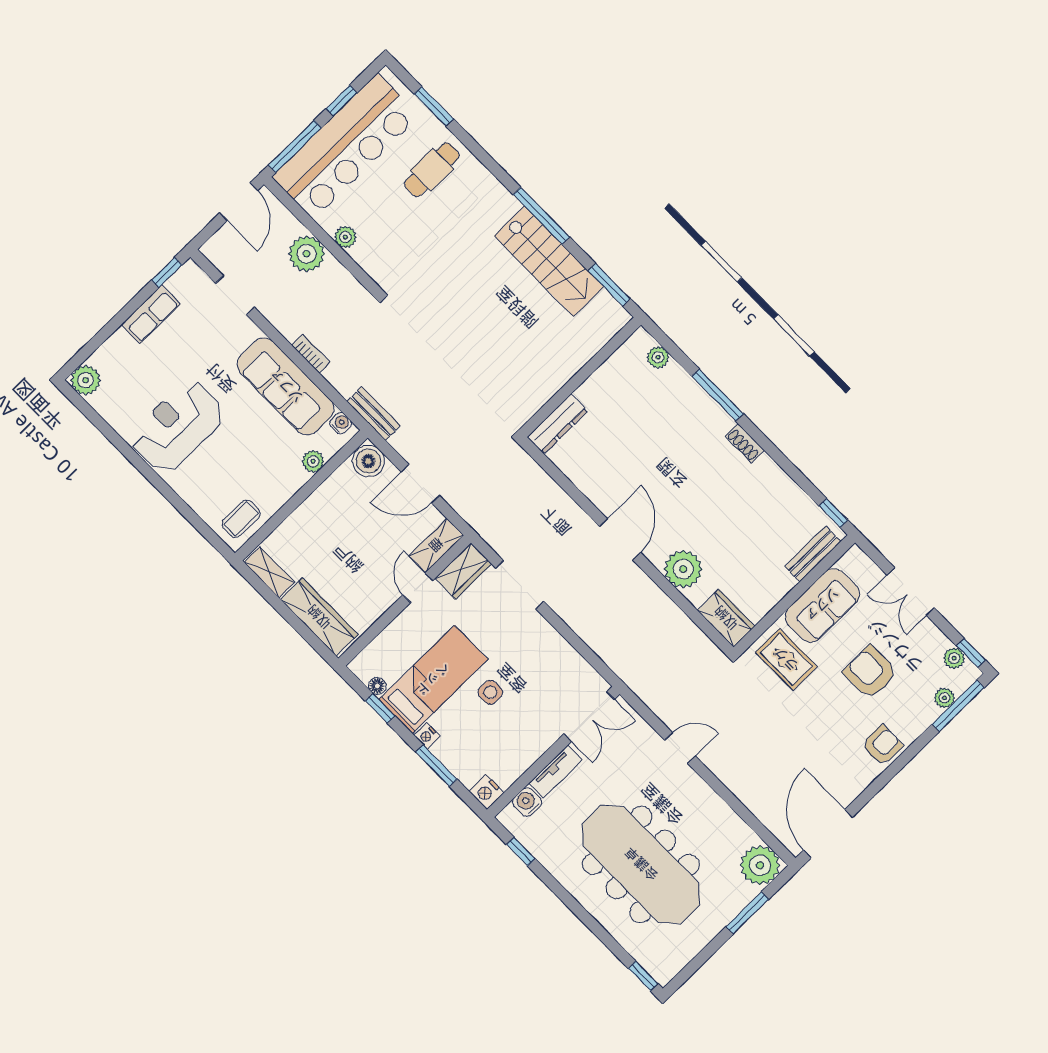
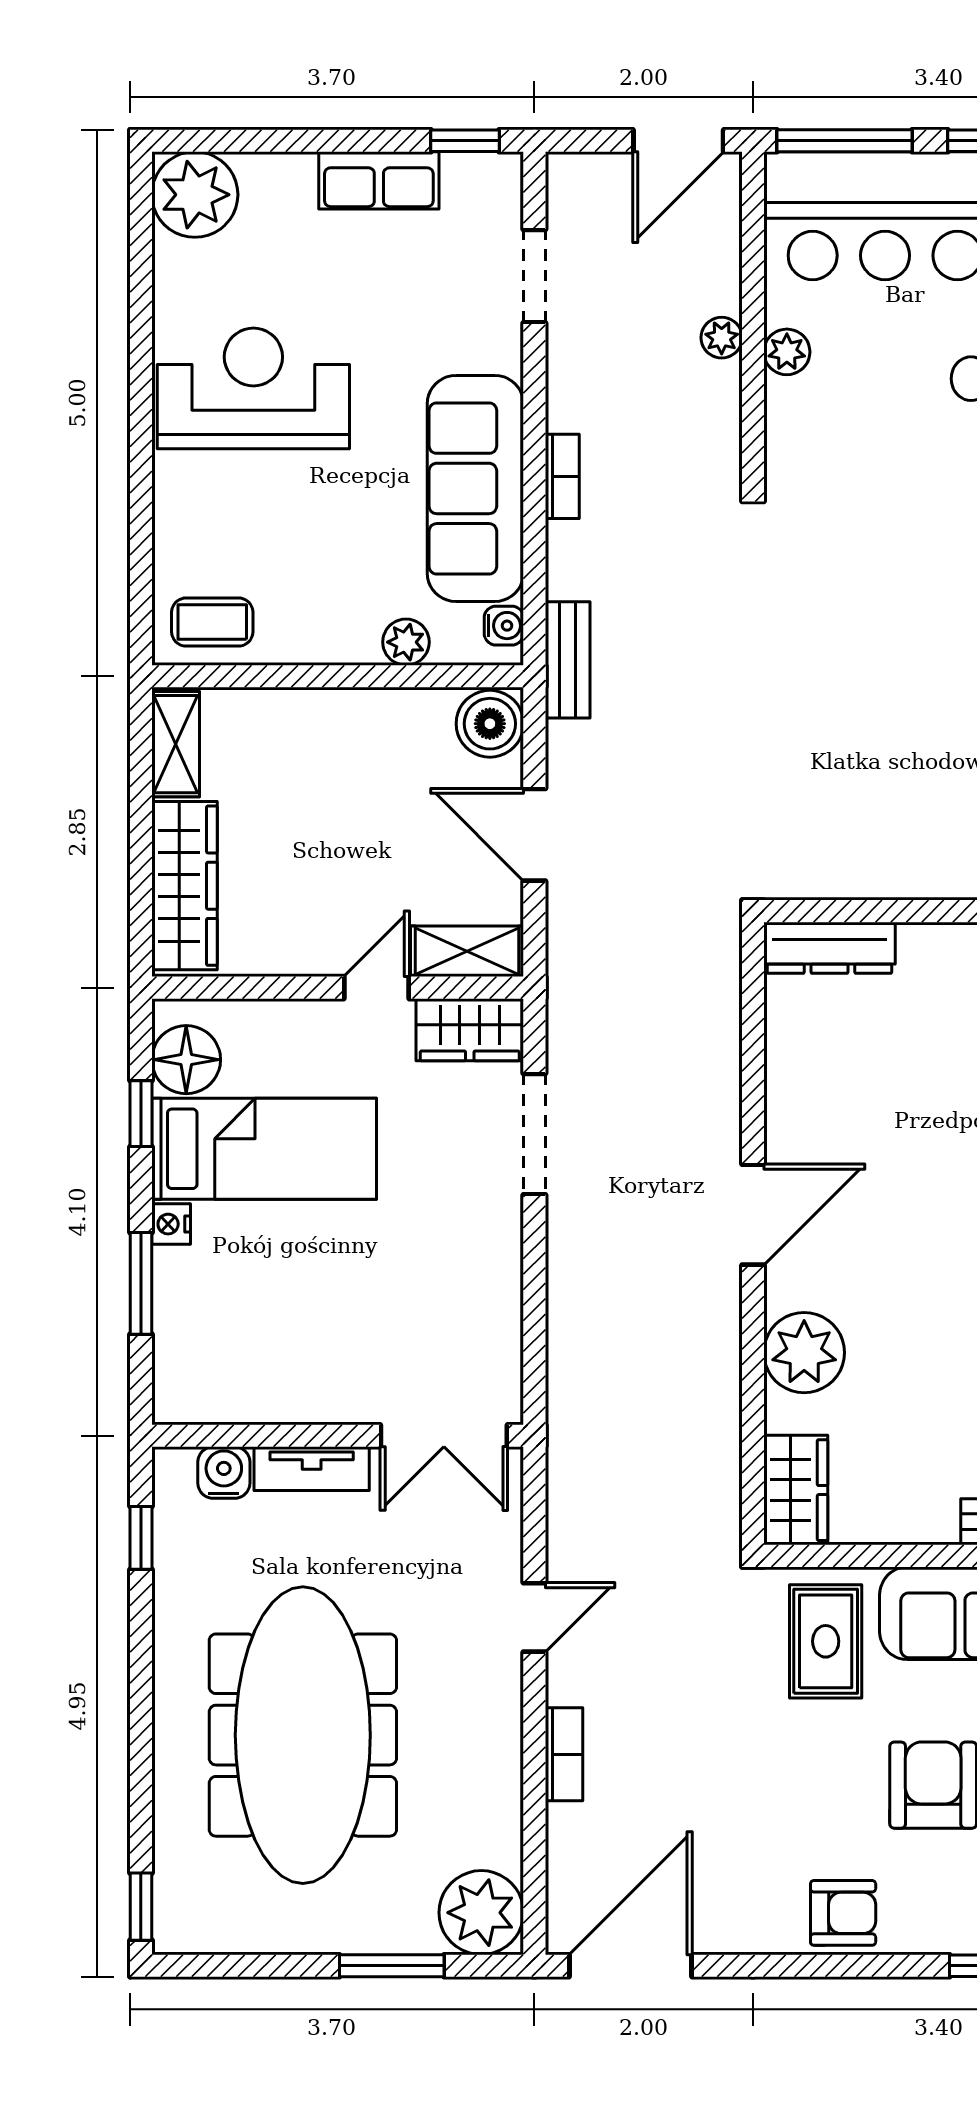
plant: (307, 254) -> (722, 338), width x0.53, depth x0.53
plant: (86, 380) -> (195, 195), width x1.36, depth x1.36
floor lamp: (377, 686) -> (186, 1060), width x1.89, depth x1.89
side table: (490, 692) -> (331, 1253), removed
door: (680, 748) -> (534, 1617), hinge flipped
bookcase: (735, 784) -> (564, 1754), added
nightstand: (486, 792) -> (178, 1397), removed

